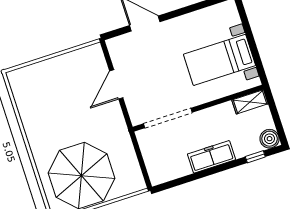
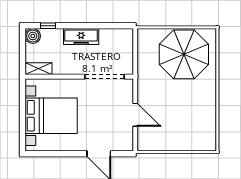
bed with nightstands: (219, 60) -> (51, 116), width x1.36
door: (116, 84) -> (135, 115), hinge flipped

